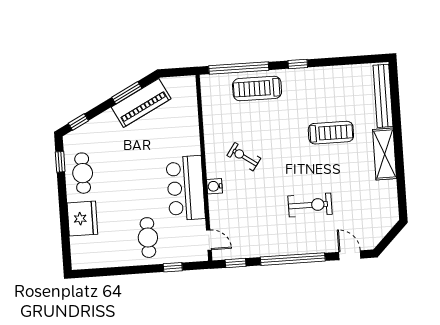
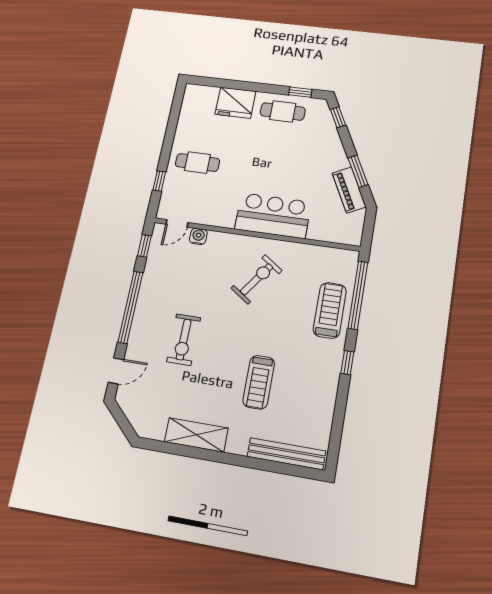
piano: (141, 103) -> (349, 190), width x0.73, depth x0.75
shelving: (385, 154) -> (196, 435), moved
exercise bike: (244, 157) -> (257, 279), width x1.38, depth x1.39
water cooler: (215, 186) -> (198, 236), moved
bar counter: (186, 188) -> (273, 216), moved

